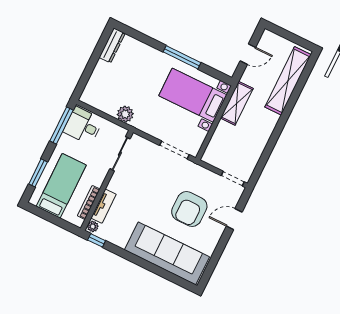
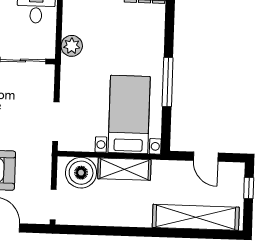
window: (284, 33) -> (249, 188), added
shelving: (237, 103) -> (124, 169), moved
boiler: (219, 148) -> (81, 173), added

